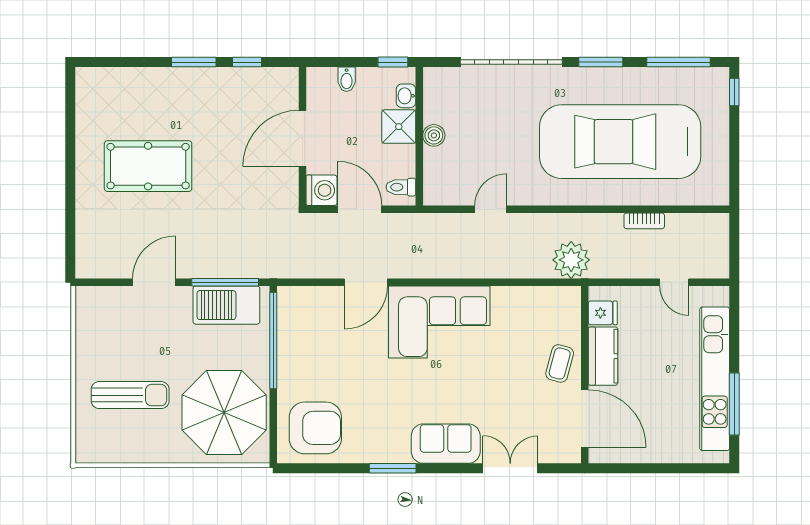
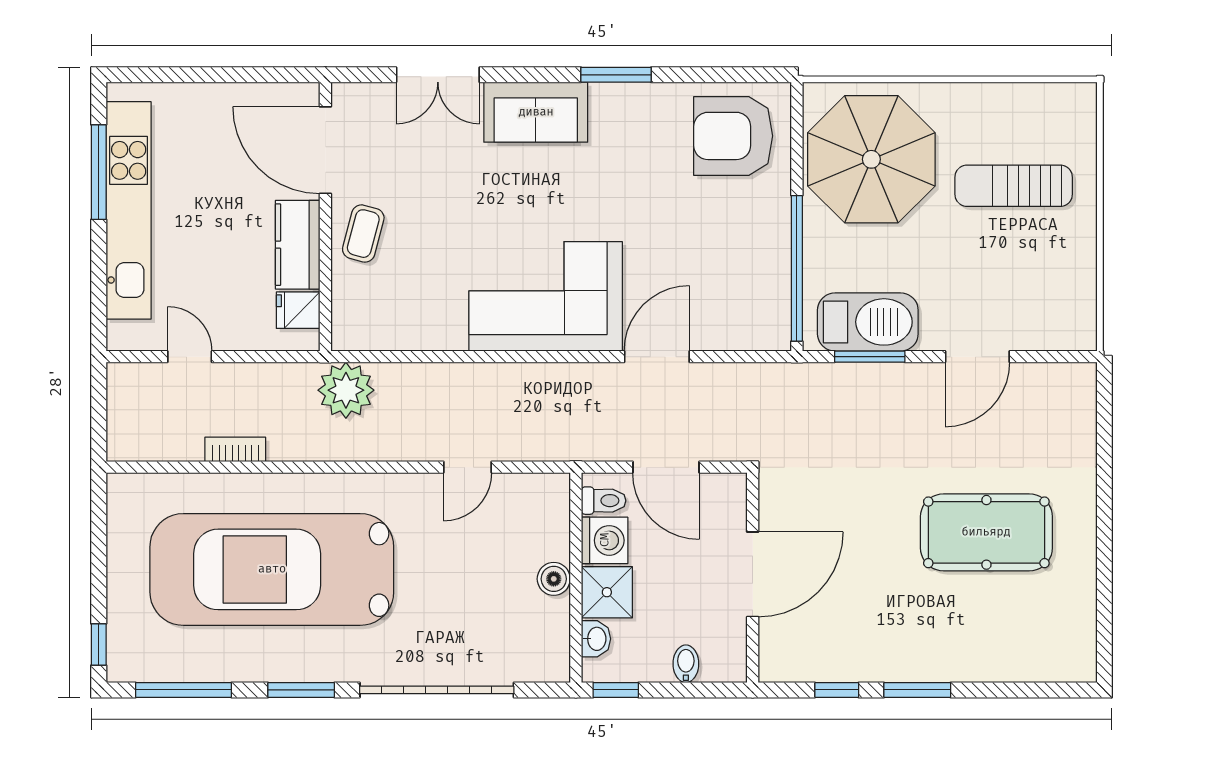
car: (620, 142) -> (272, 569), turned 180
washing machine: (322, 190) -> (605, 540), moved, turned 180
window: (225, 282) -> (870, 357), width x0.69

